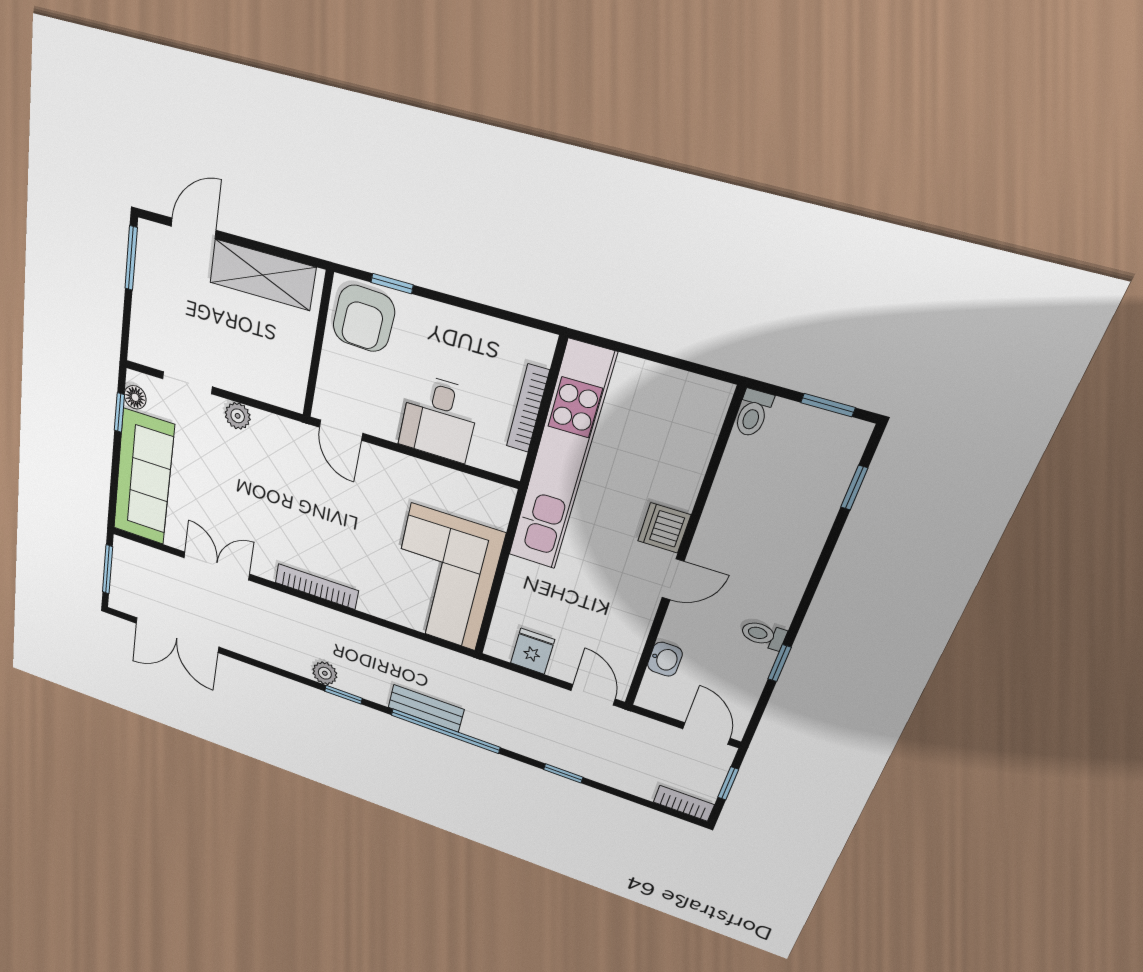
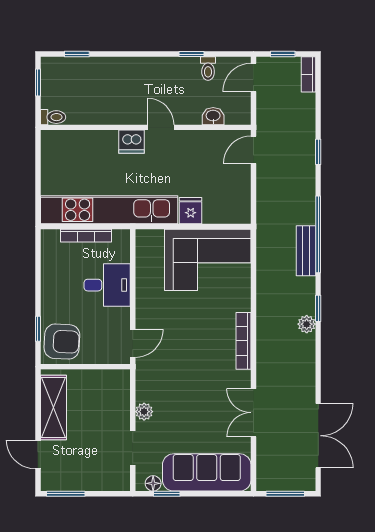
toilet: (763, 635) -> (208, 69), moved
fridge: (533, 651) -> (191, 211), moved, turned 90

